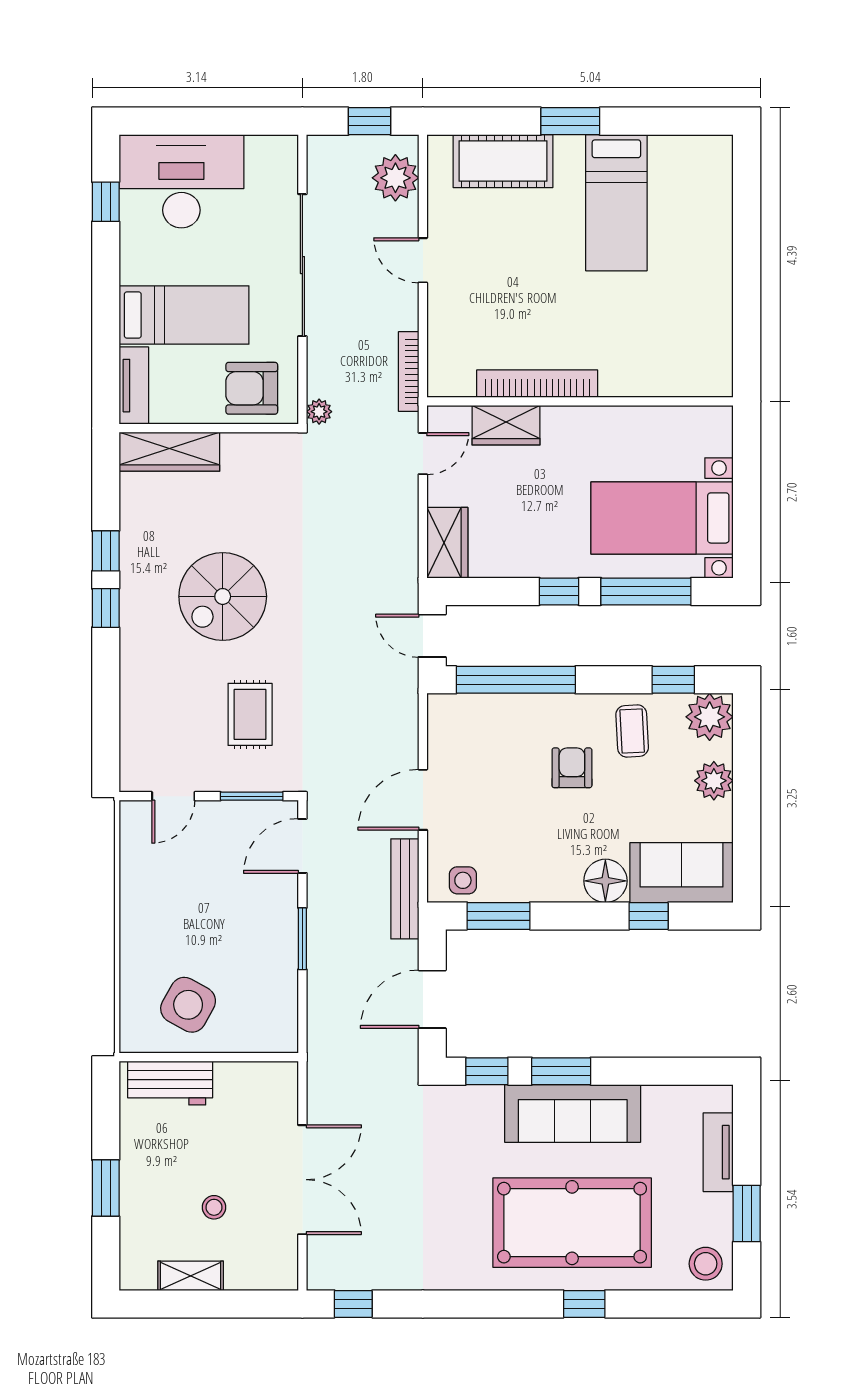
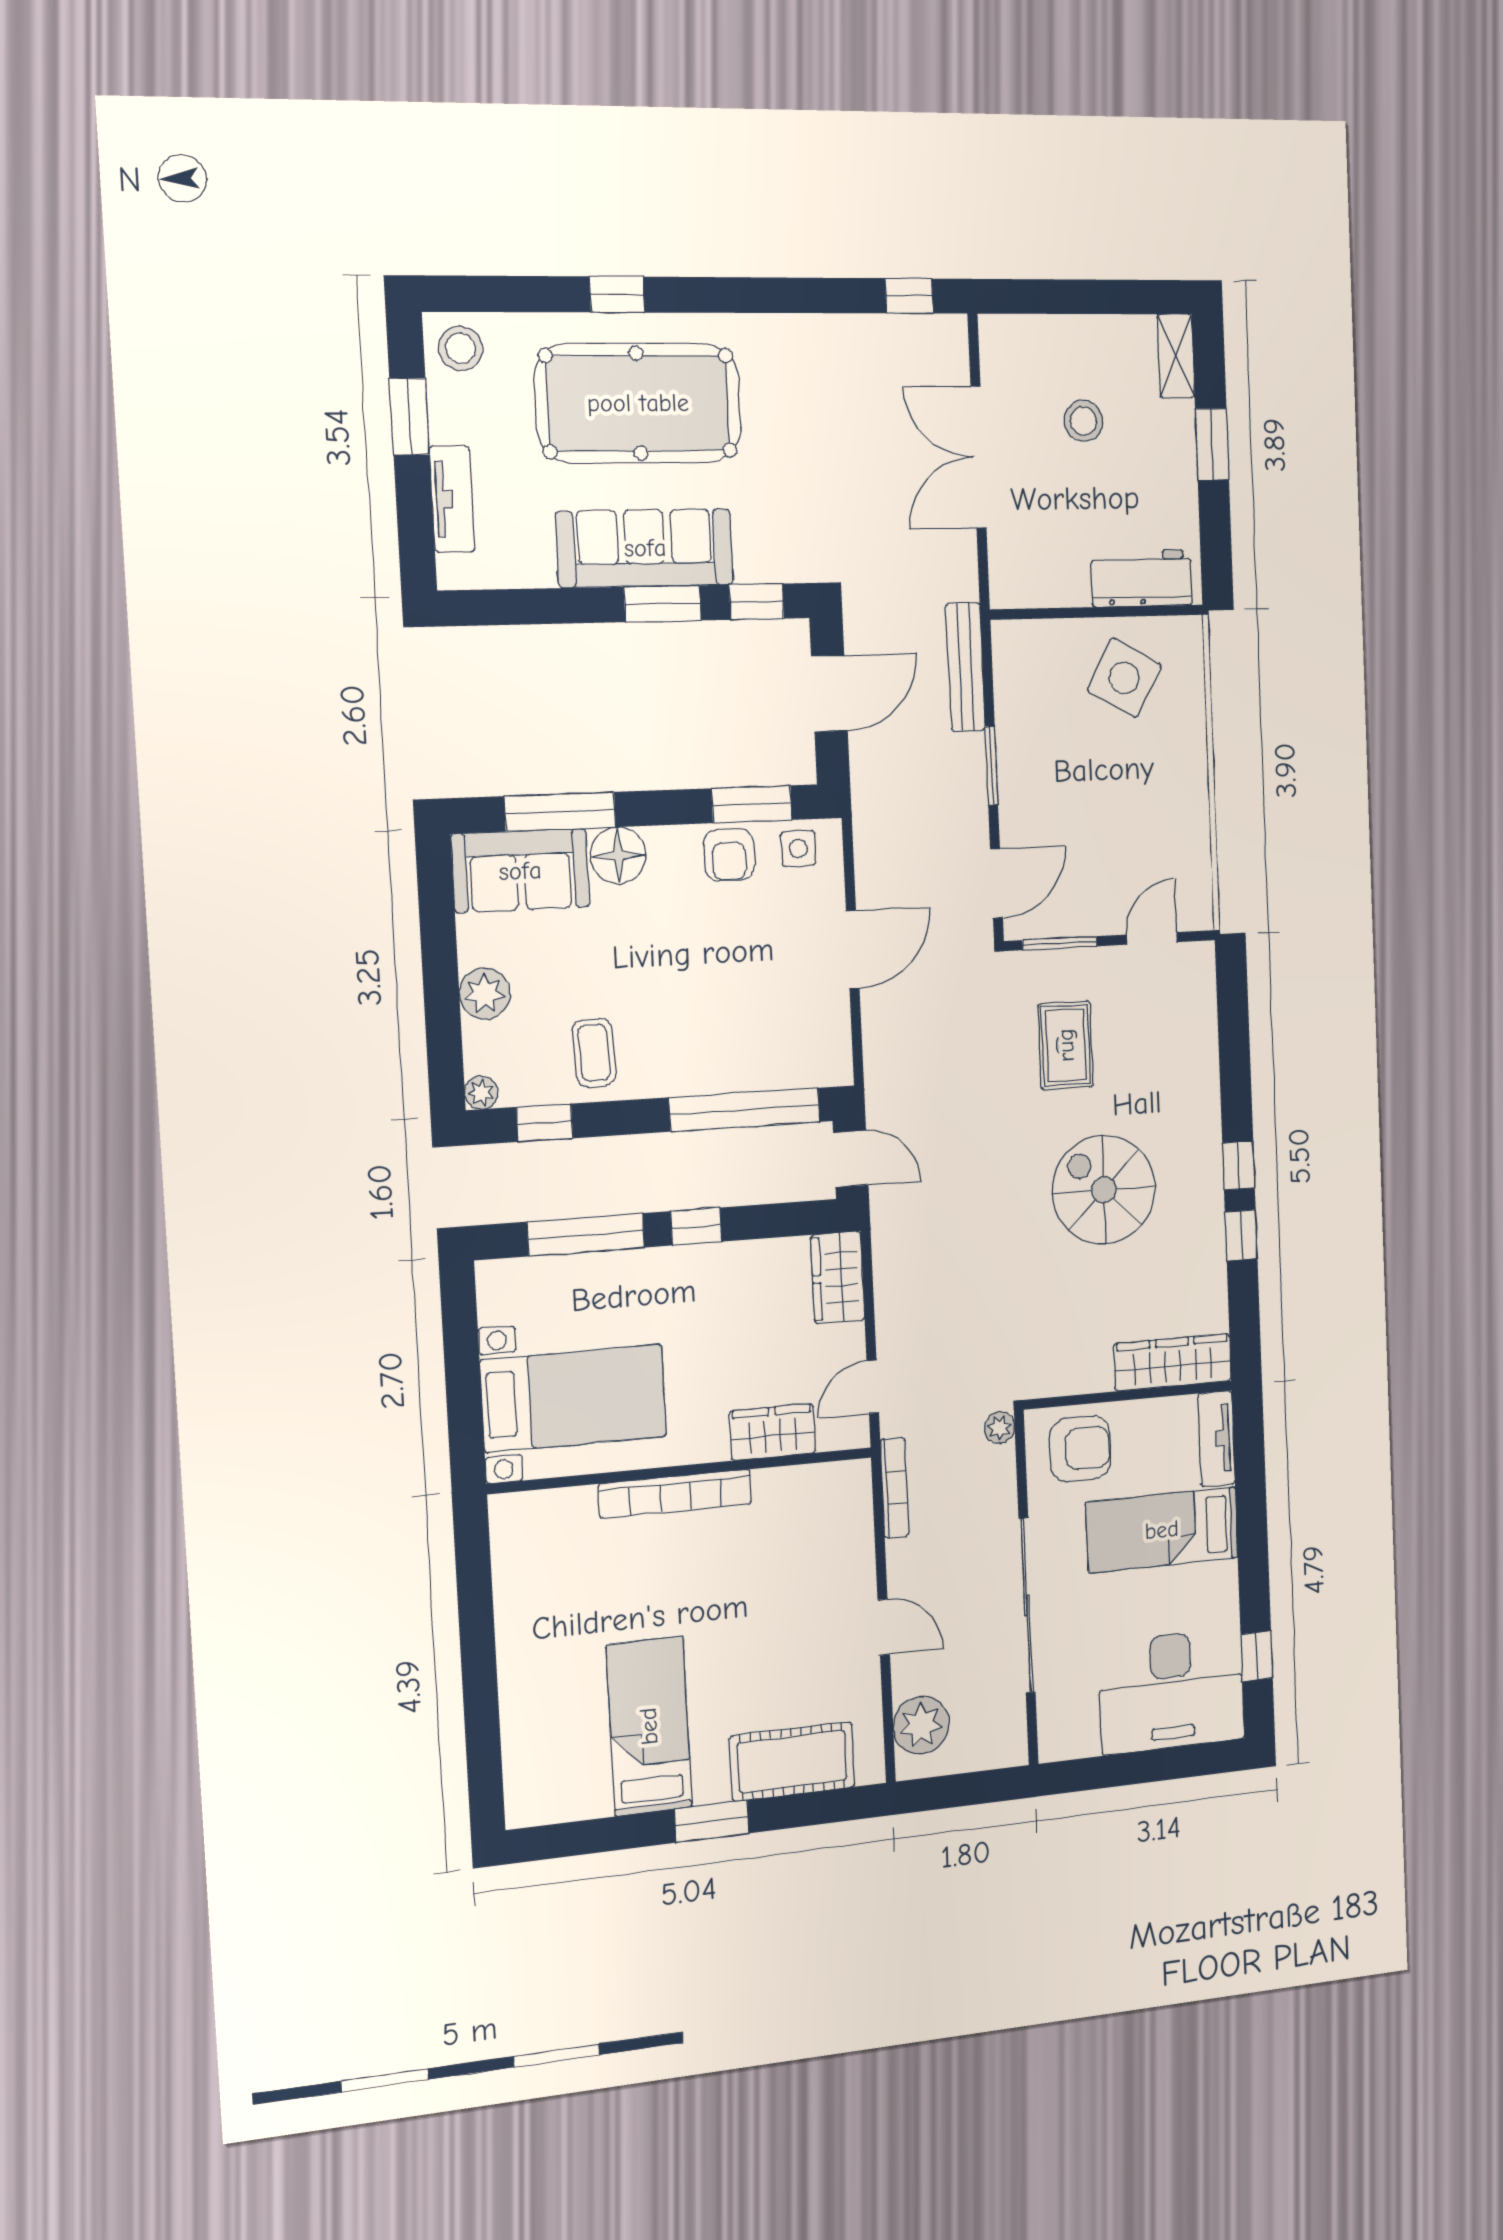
window: (369, 121) -> (955, 1791), removed
bookcase: (537, 384) -> (675, 1494), moved
bed with nightstands: (662, 518) -> (574, 1398), moved
spiral stairs: (223, 596) -> (1104, 1190), turned -90
plant: (710, 717) -> (481, 1093), width x0.53, depth x0.53
armchair: (572, 768) -> (729, 855), moved
bench: (405, 889) -> (965, 667), moved
window: (649, 916) -> (560, 812), width x2.17
stool: (214, 1207) -> (1083, 421), width x1.37, depth x1.37
shelving: (191, 1276) -> (1176, 356), moved, turned 90

